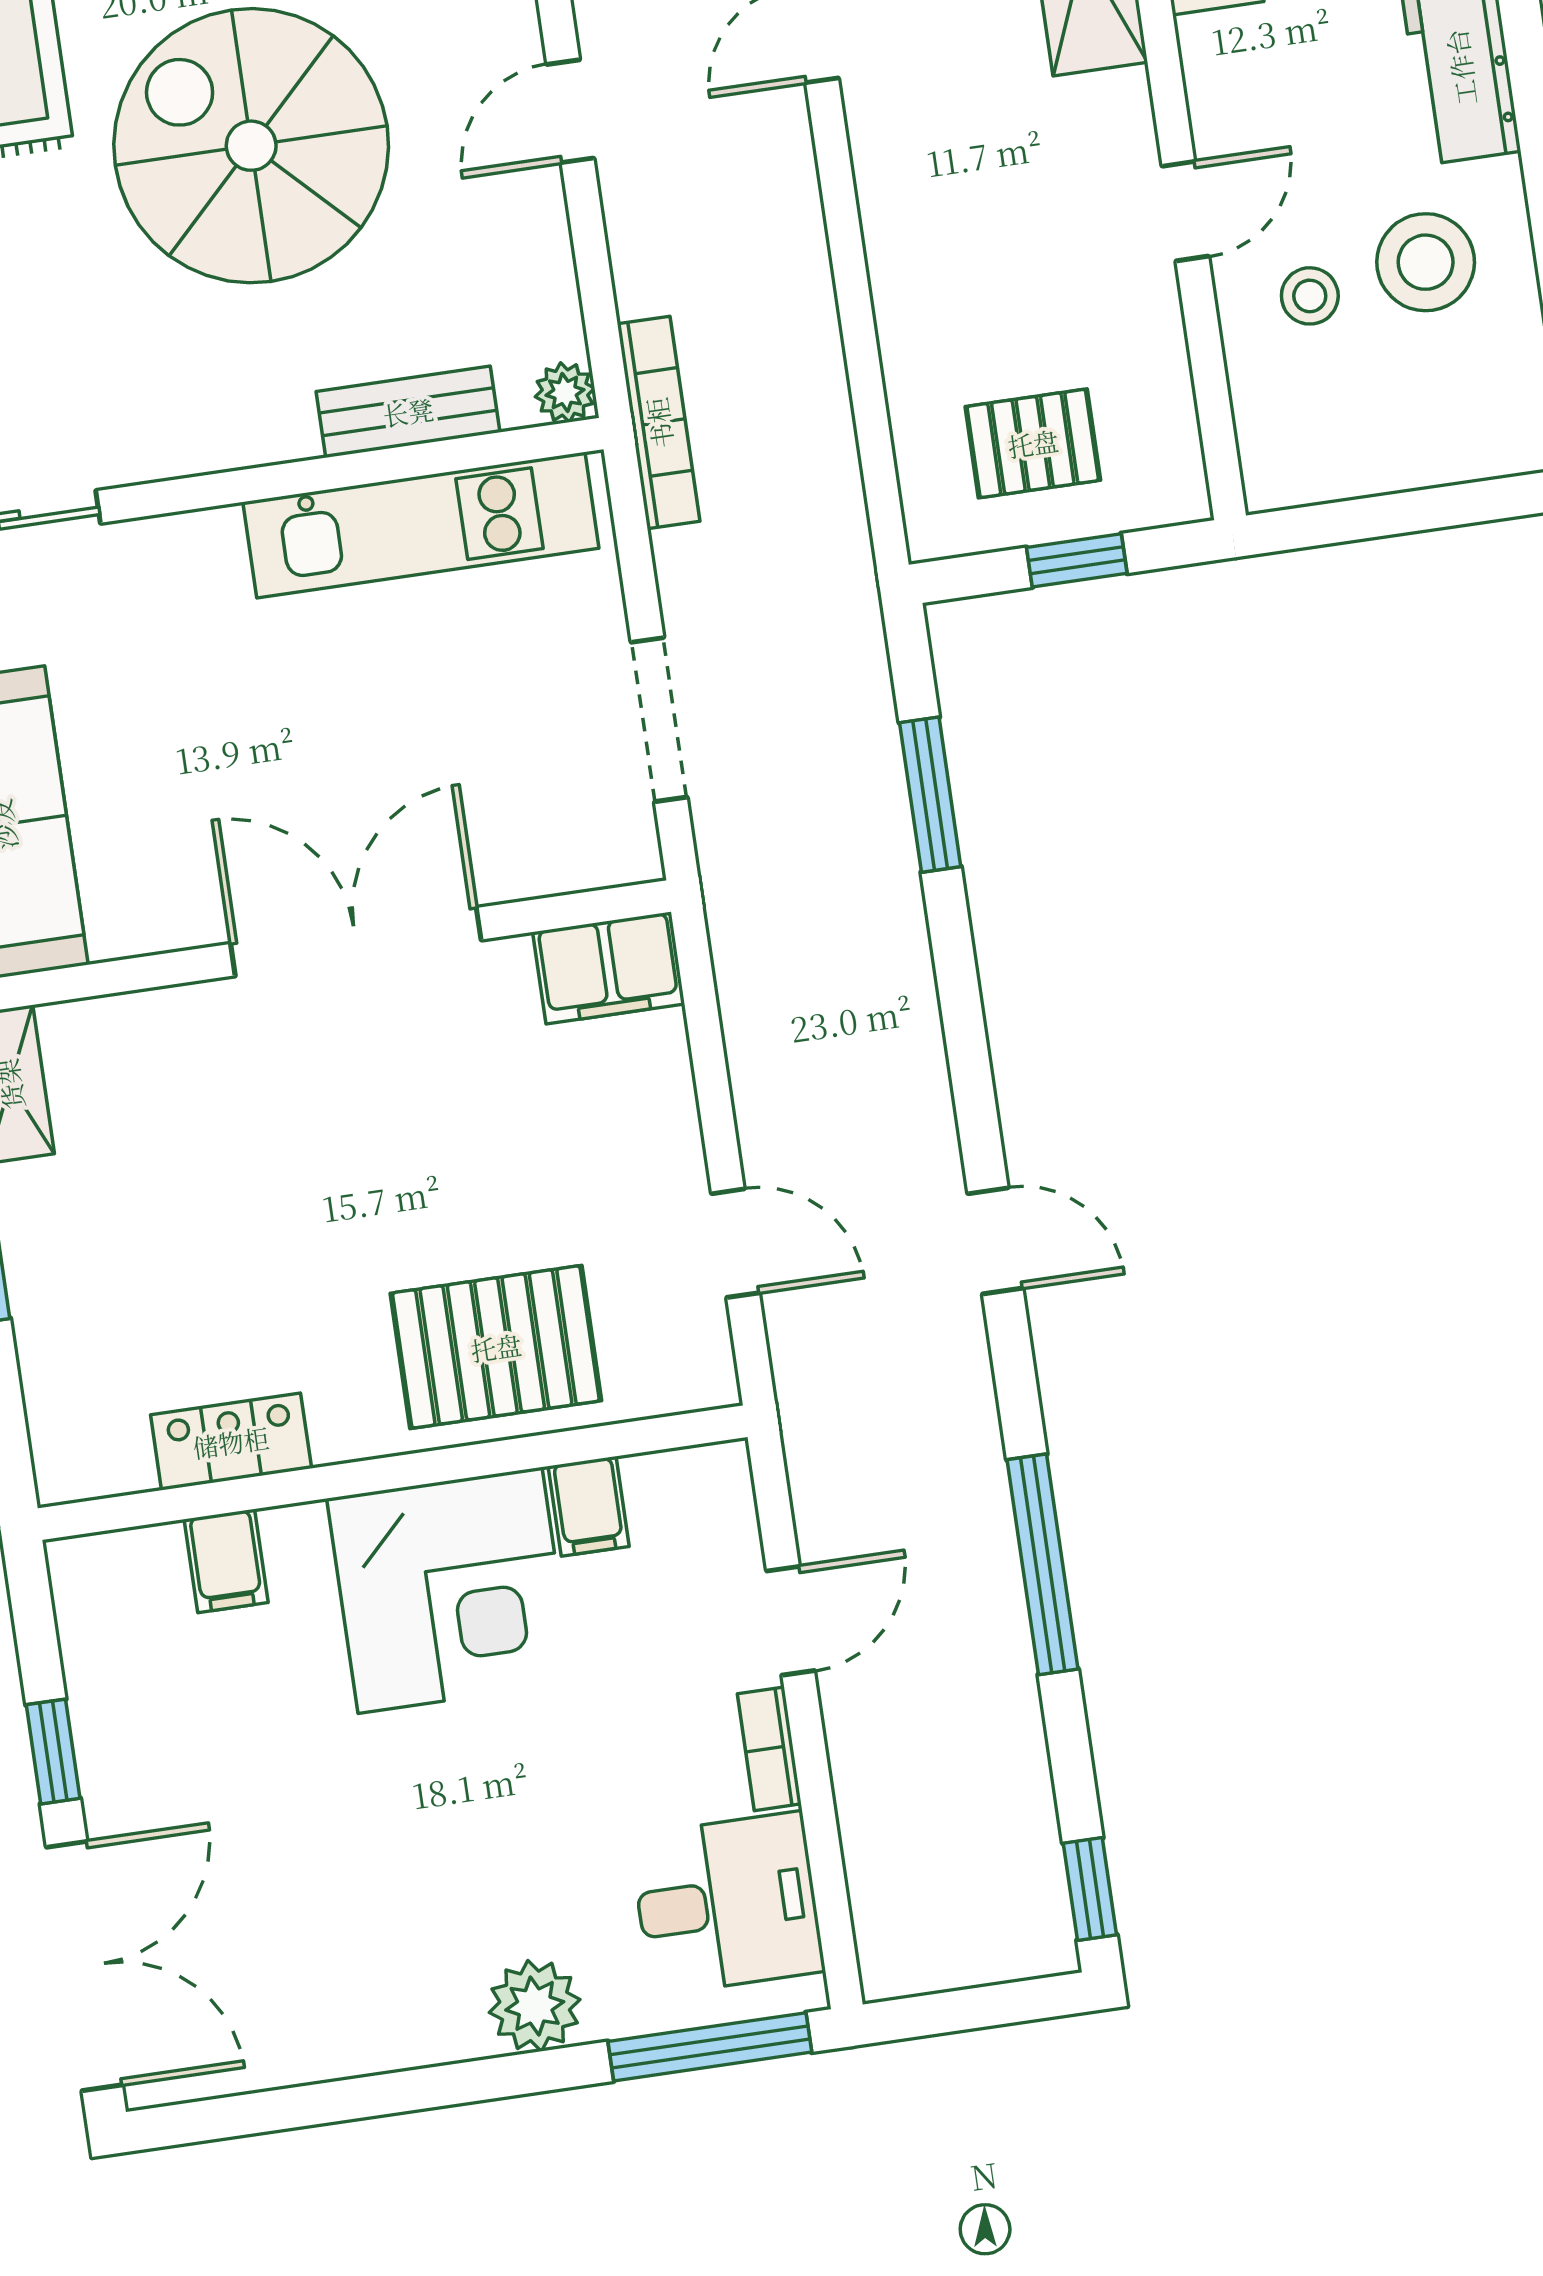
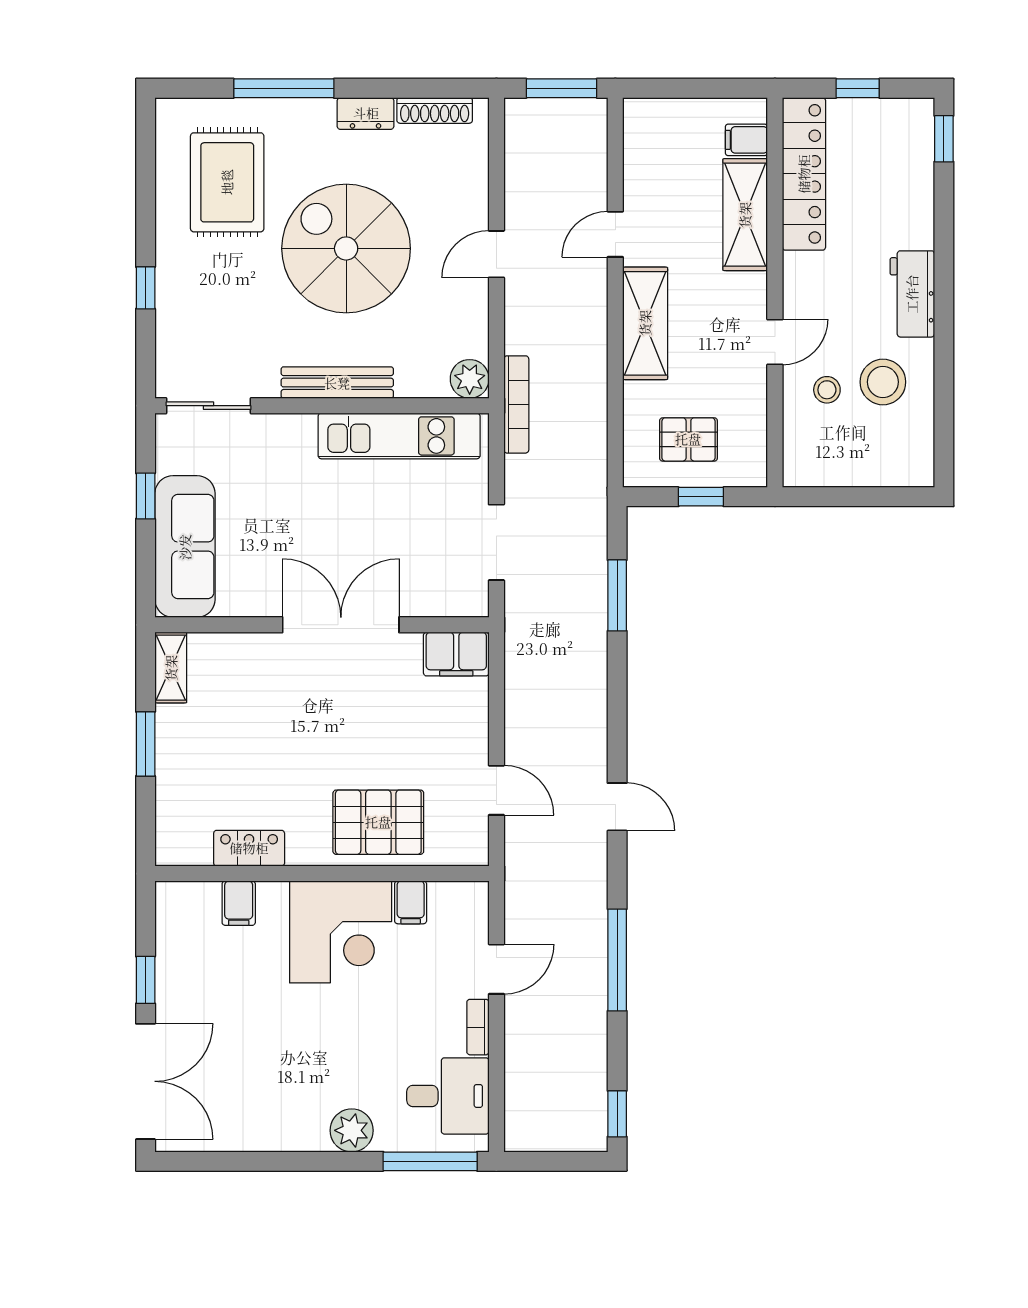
shelving: (906, 212) -> (645, 323), added
plant: (565, 392) -> (470, 379), width x1.38, depth x1.38
bench: (408, 412) -> (337, 383), moved, width x1.36

